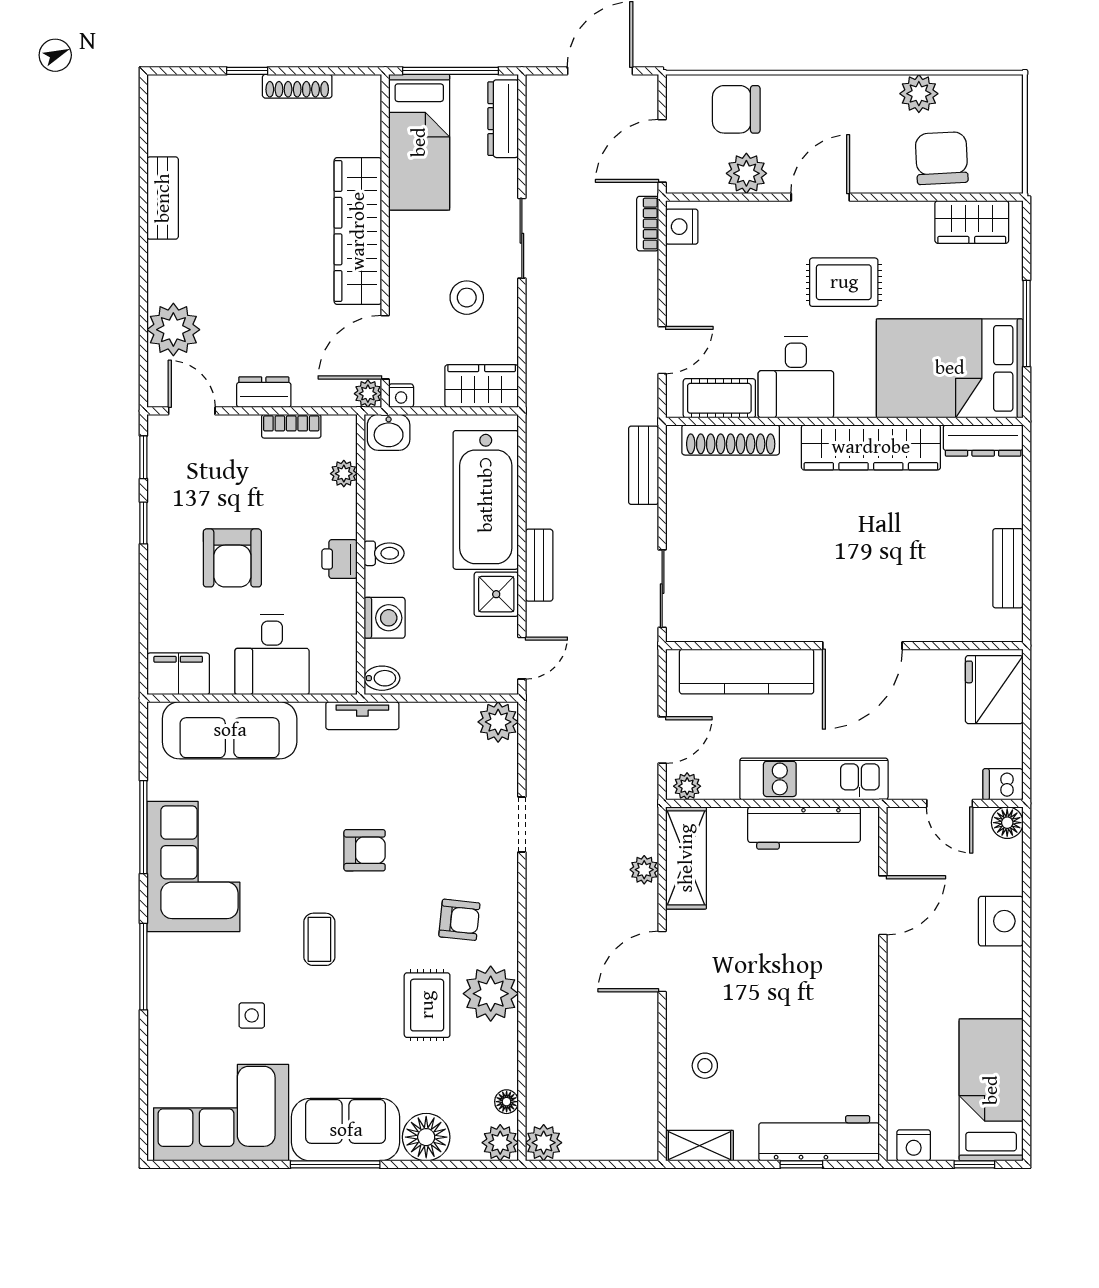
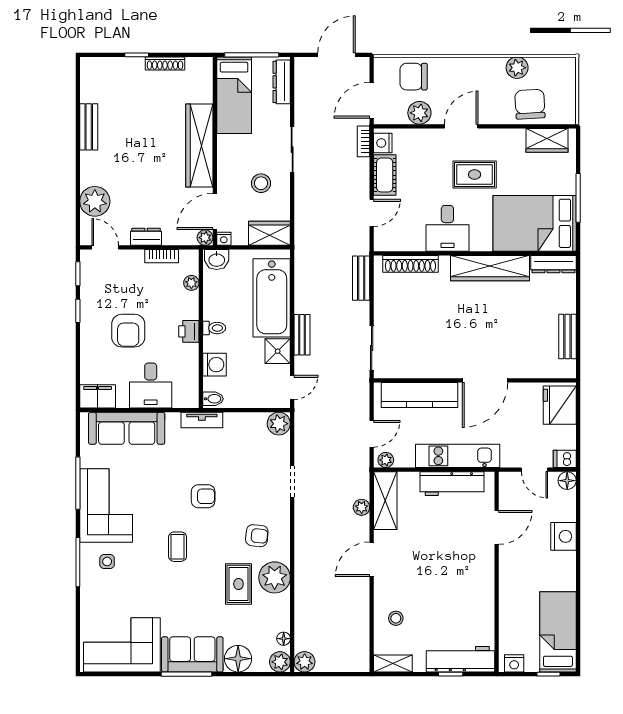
cot: (719, 398) -> (385, 175), moved, turned 90
side table: (252, 1015) -> (107, 561), moved

